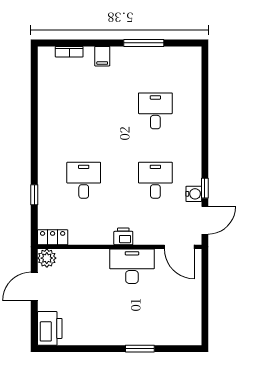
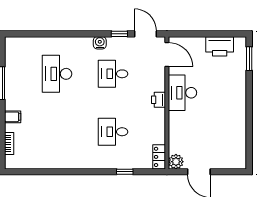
desk: (155, 111) -> (57, 74), width x1.37
water cooler: (194, 194) -> (100, 43), moved
door: (179, 247) -> (167, 55), hinge flipped
printer: (50, 328) -> (220, 46), moved, turned 180
window: (140, 349) -> (249, 59), moved

